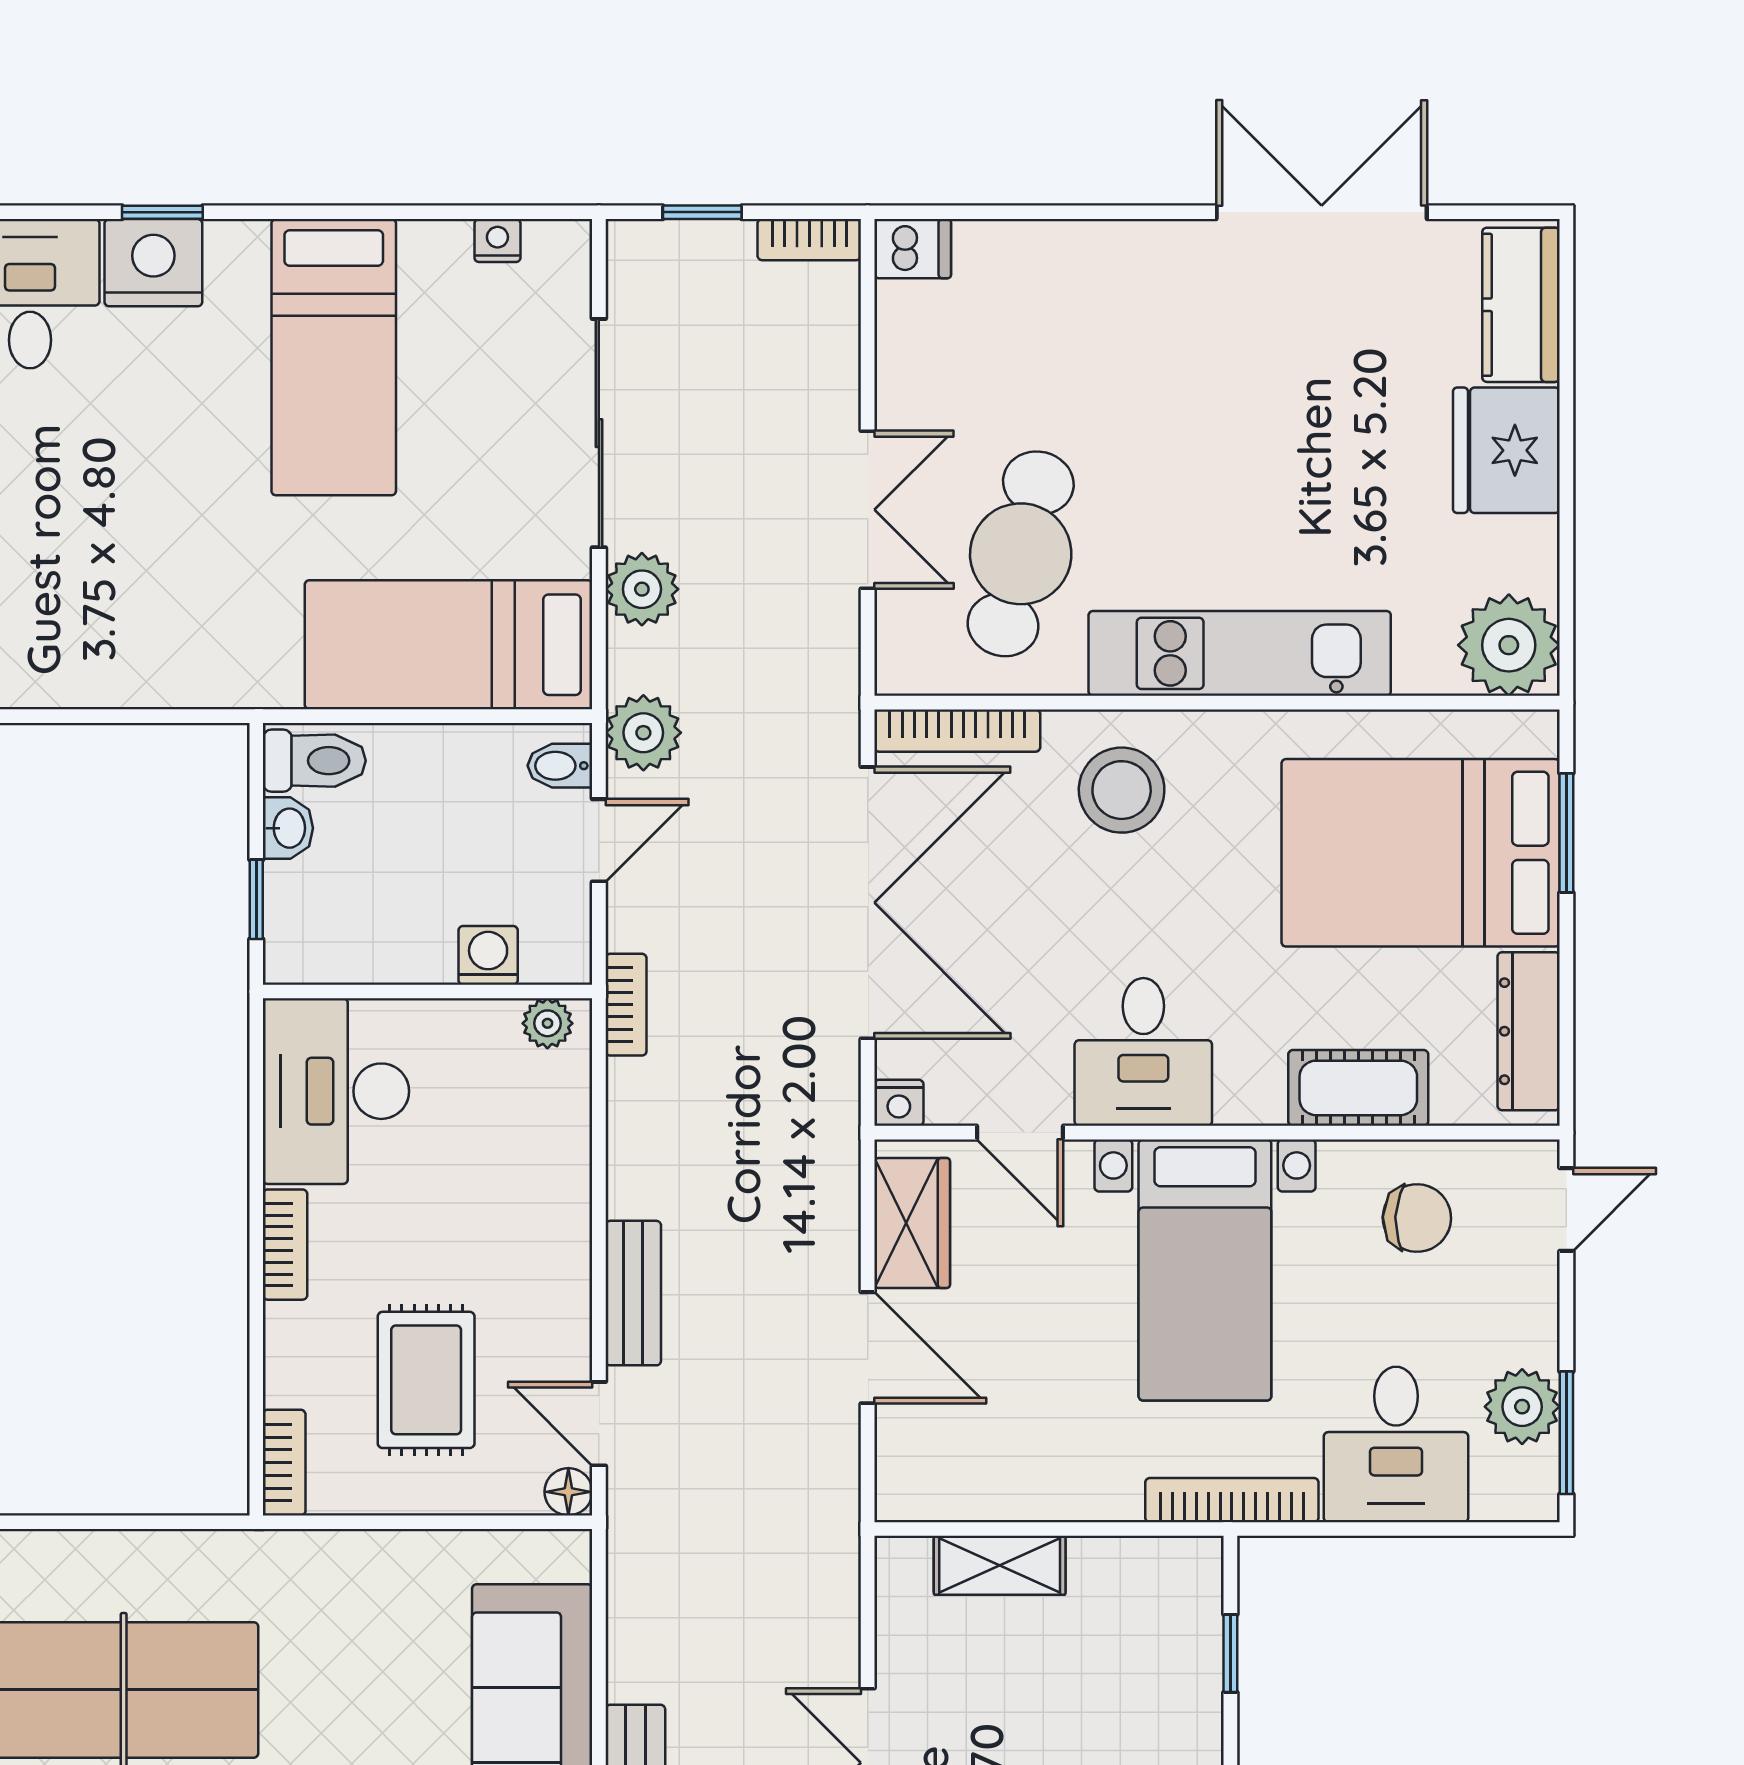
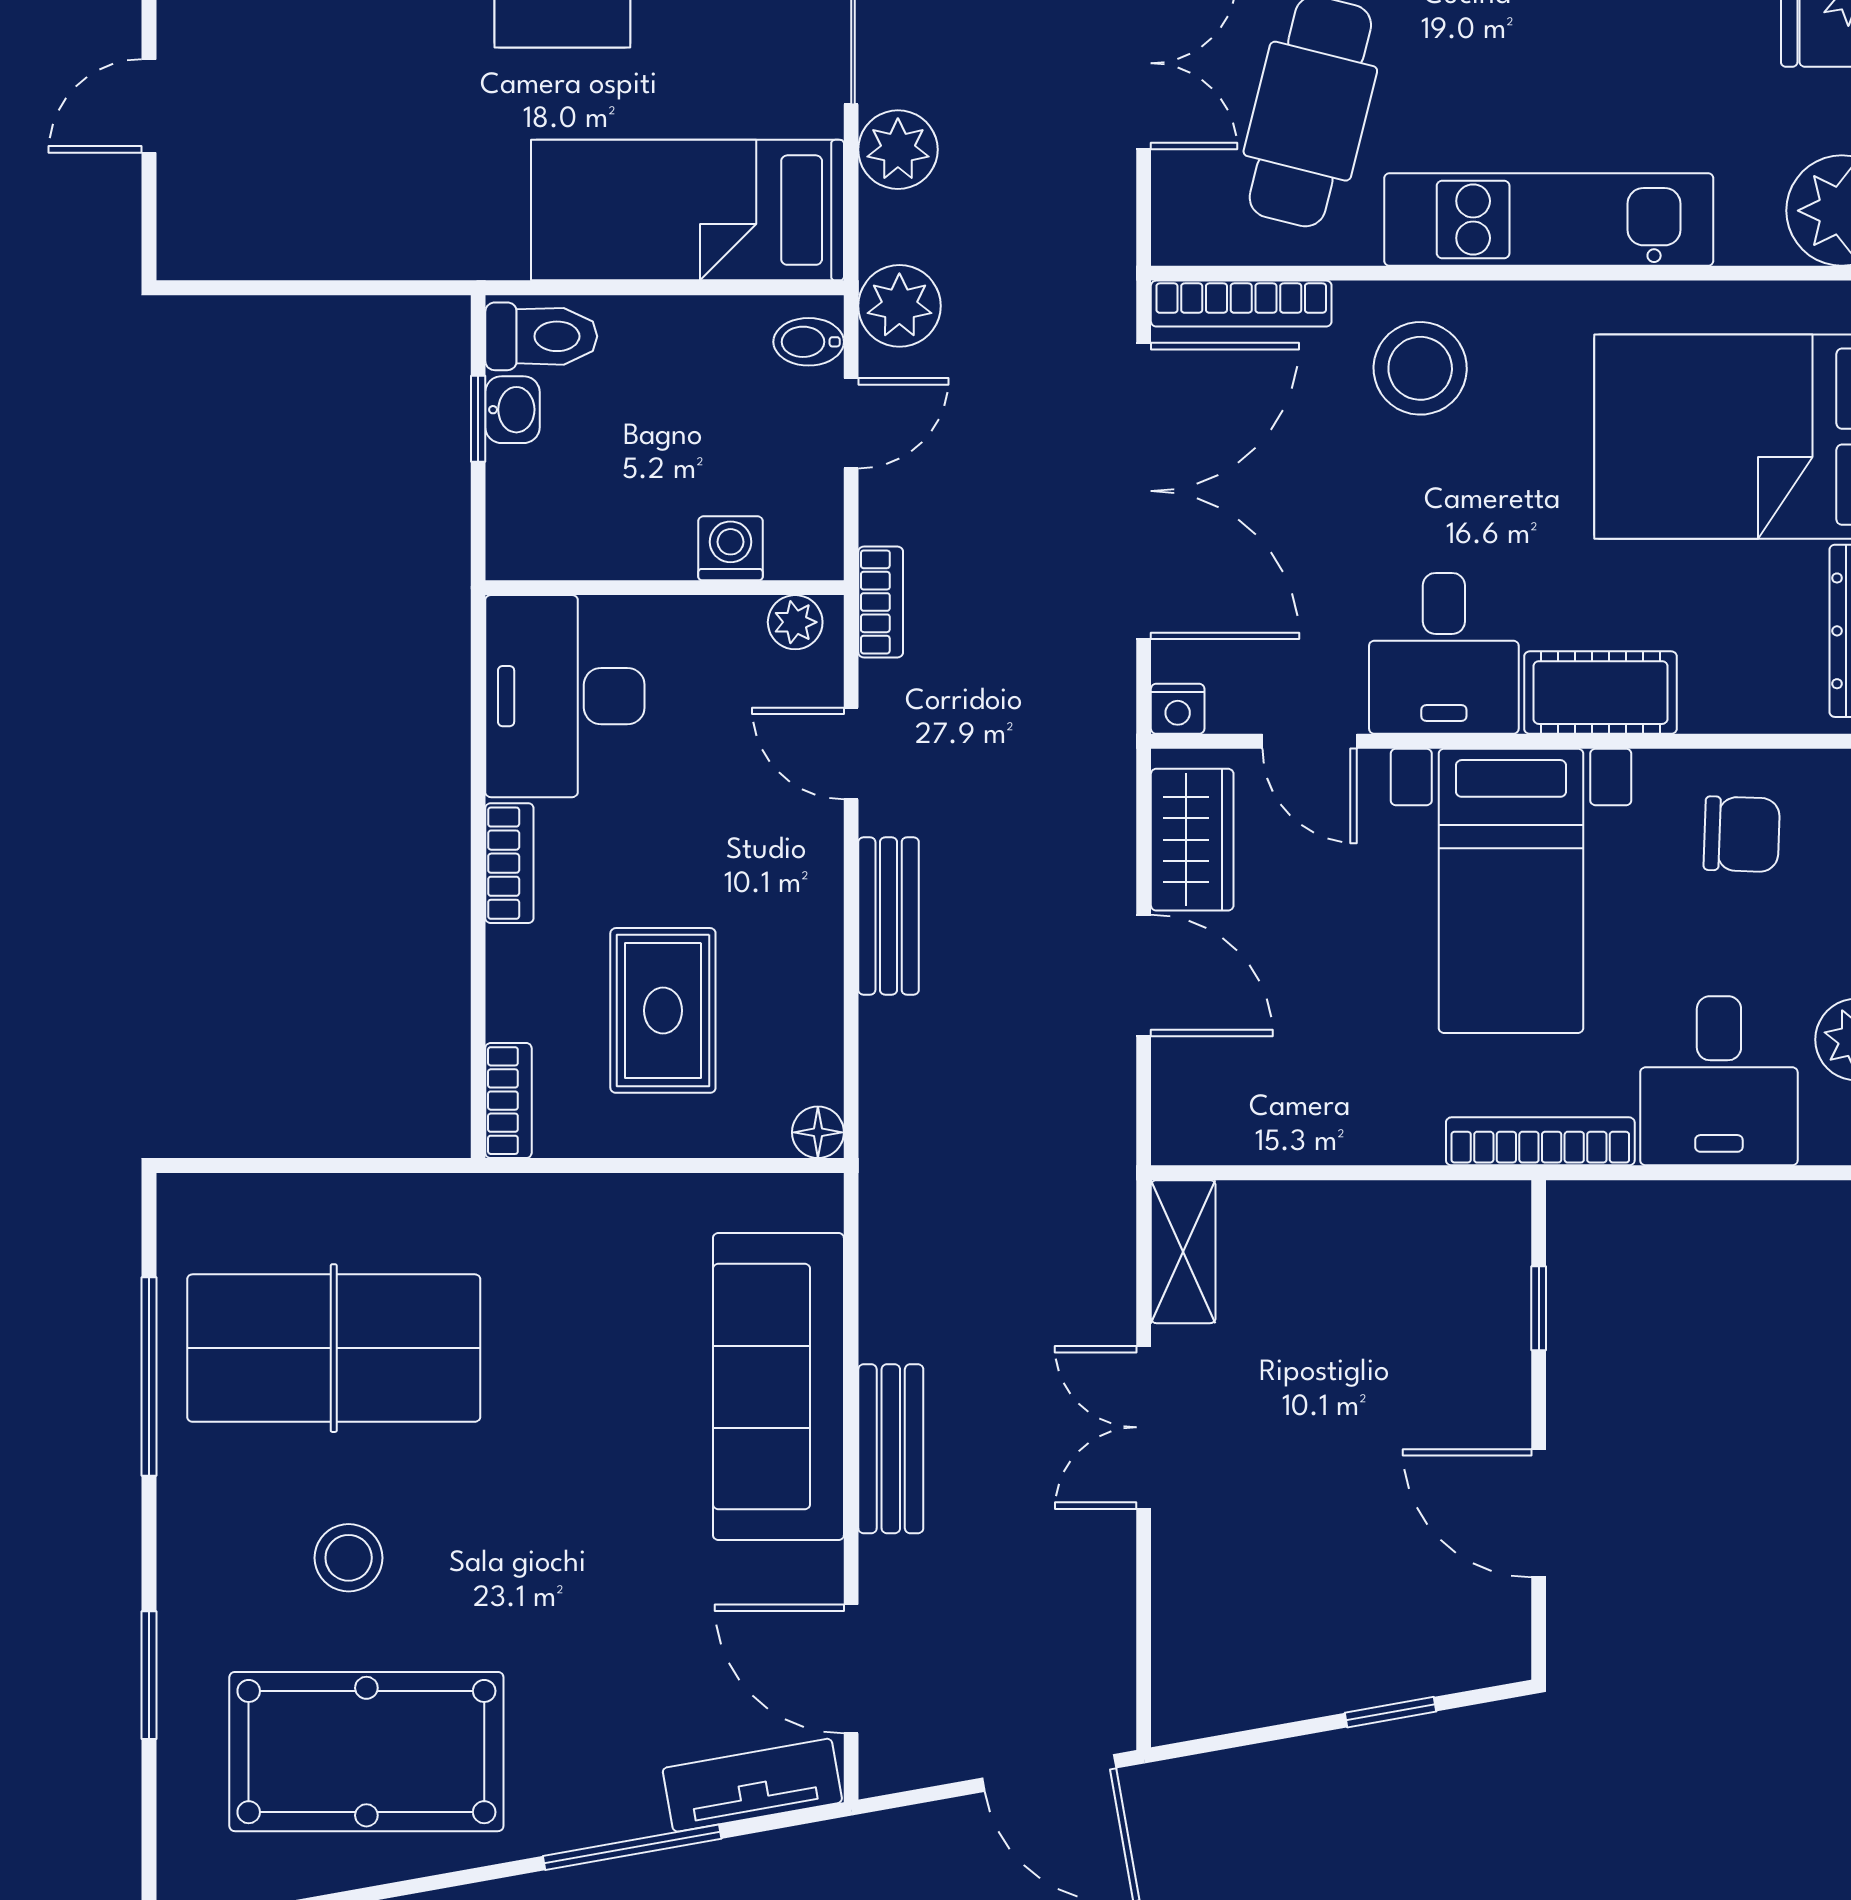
window: (256, 899) -> (478, 419), moved
cot: (1358, 1088) -> (1600, 693), moved
door: (599, 1424) -> (851, 753), moved
shelving: (1000, 1565) -> (1183, 1252), moved, turned 90

